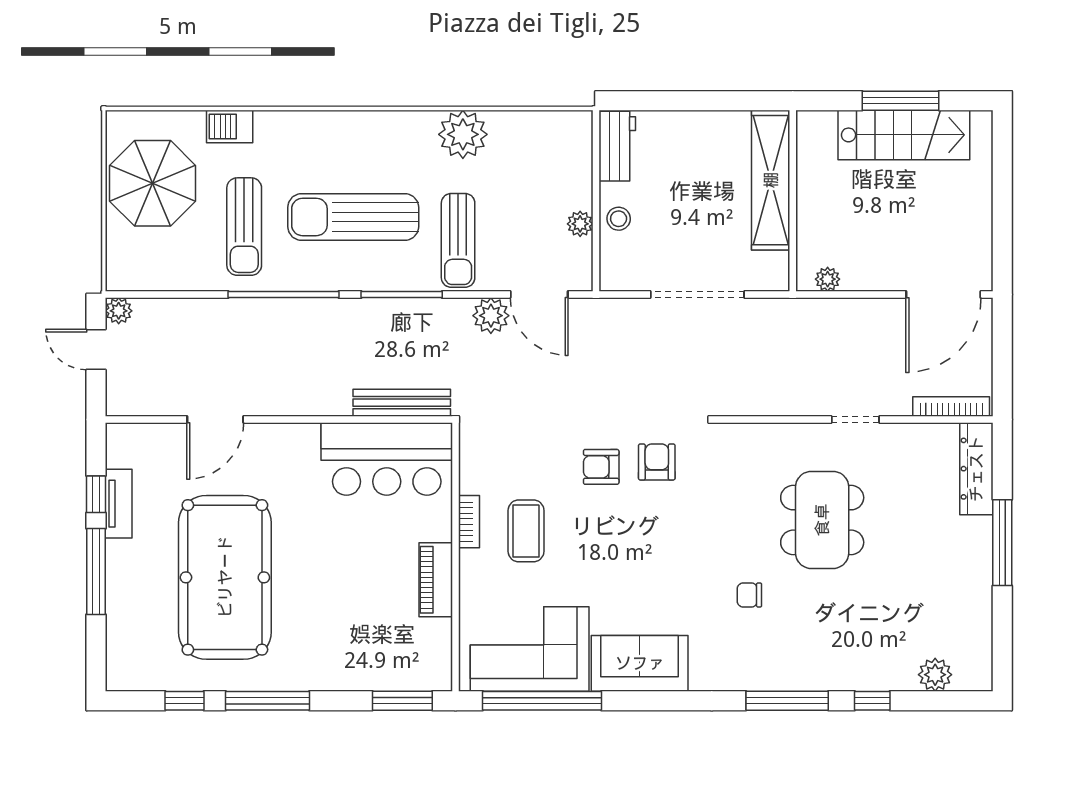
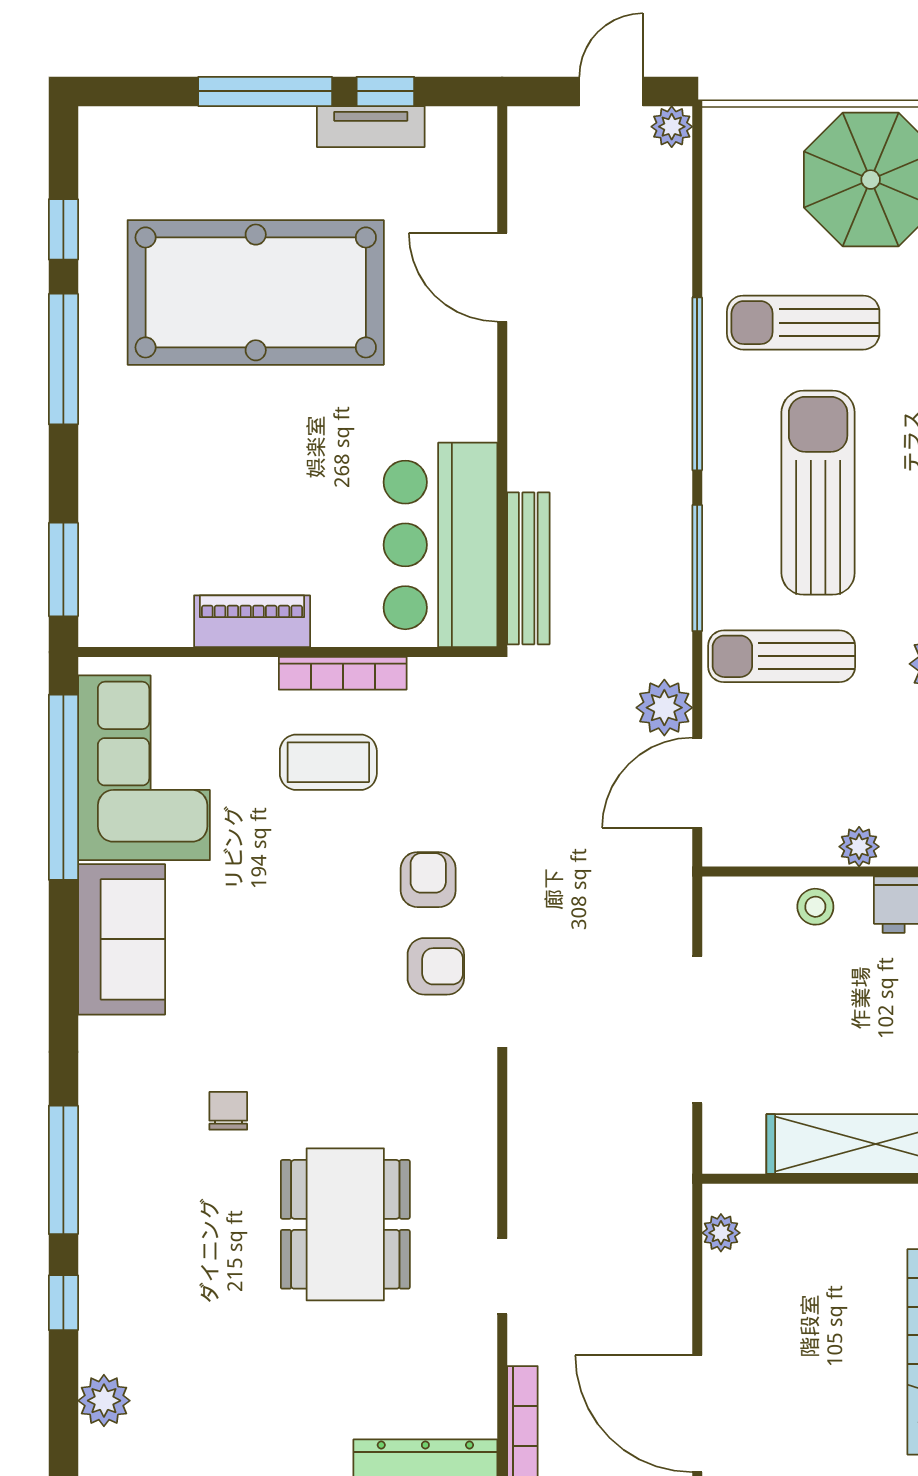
plant: (580, 224) -> (859, 847), moved
dining table: (822, 520) -> (345, 1224), turned 90
bookcase: (469, 522) -> (343, 673), width x1.56

